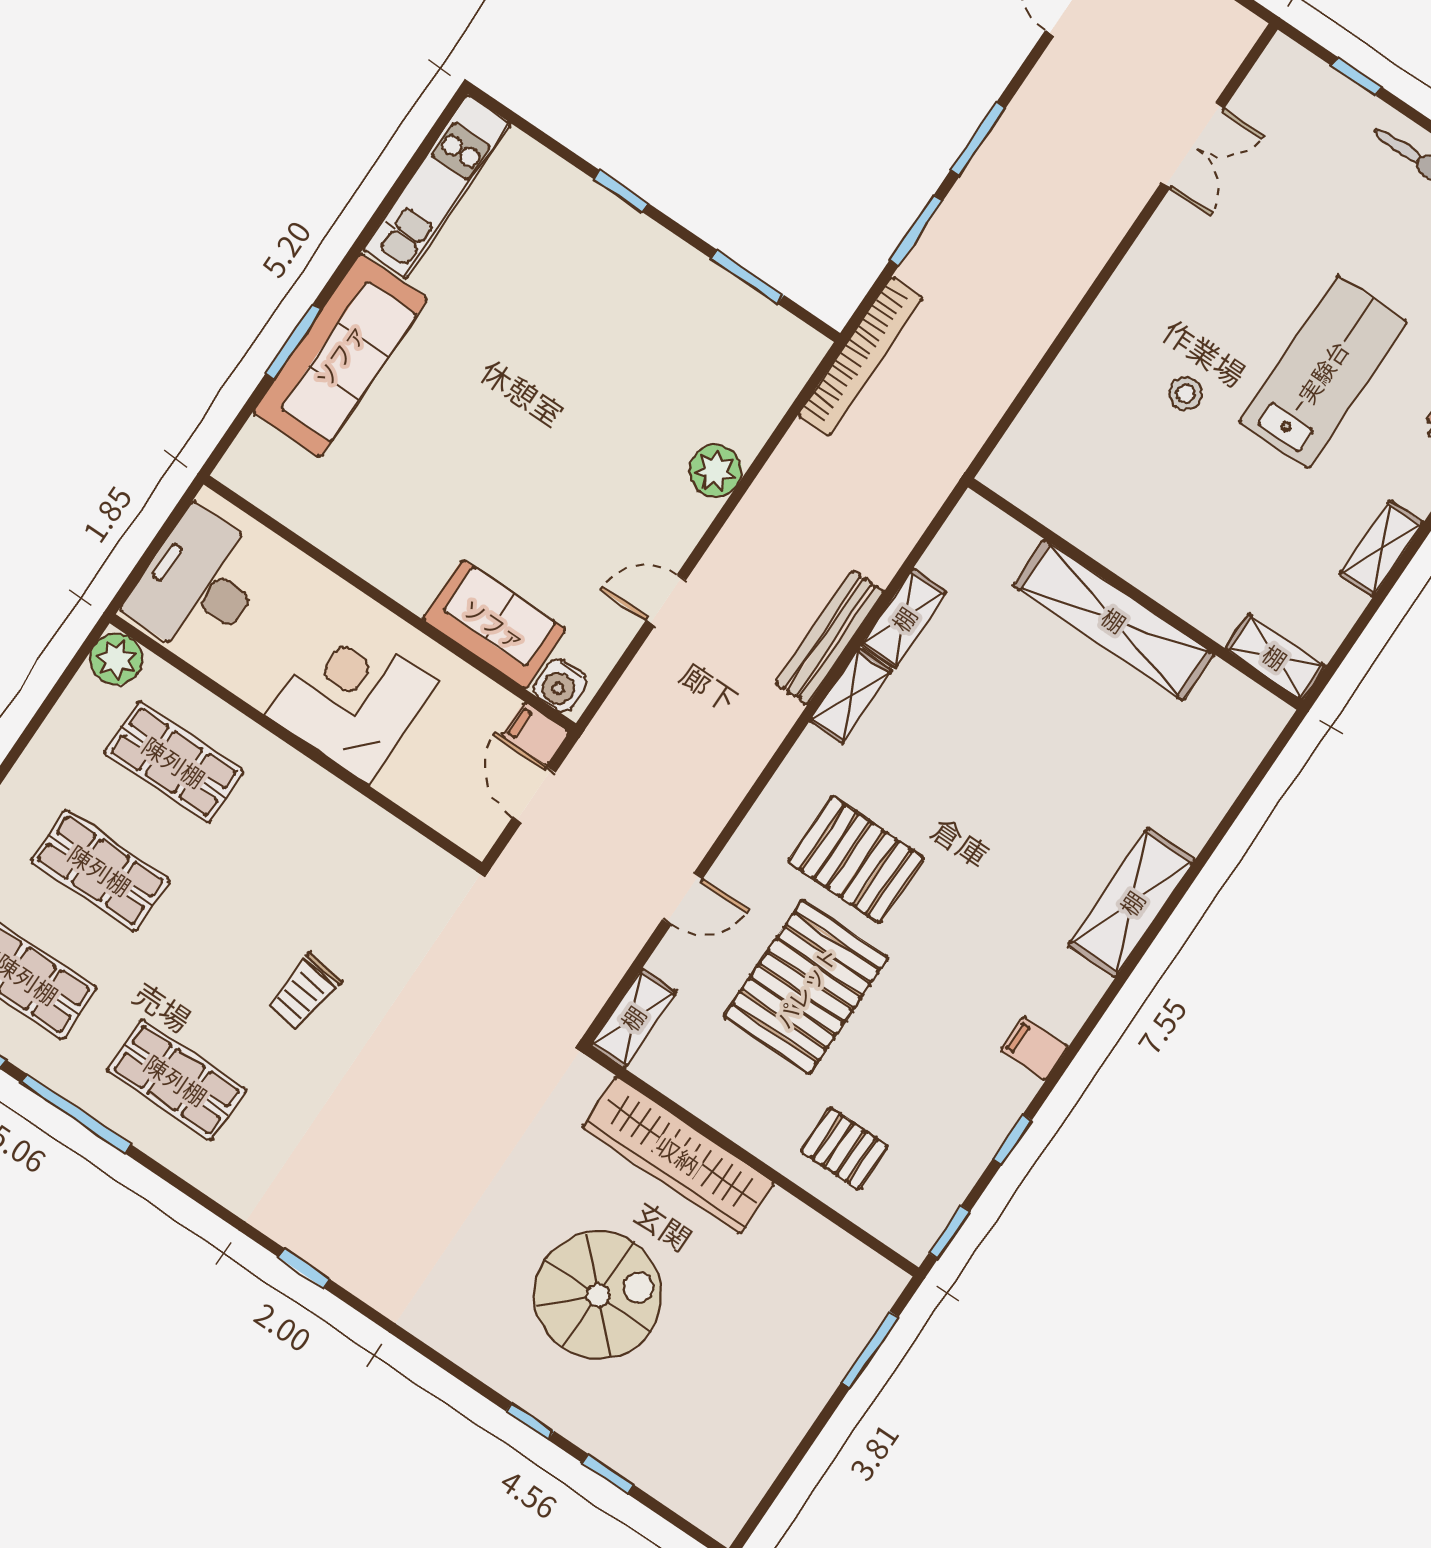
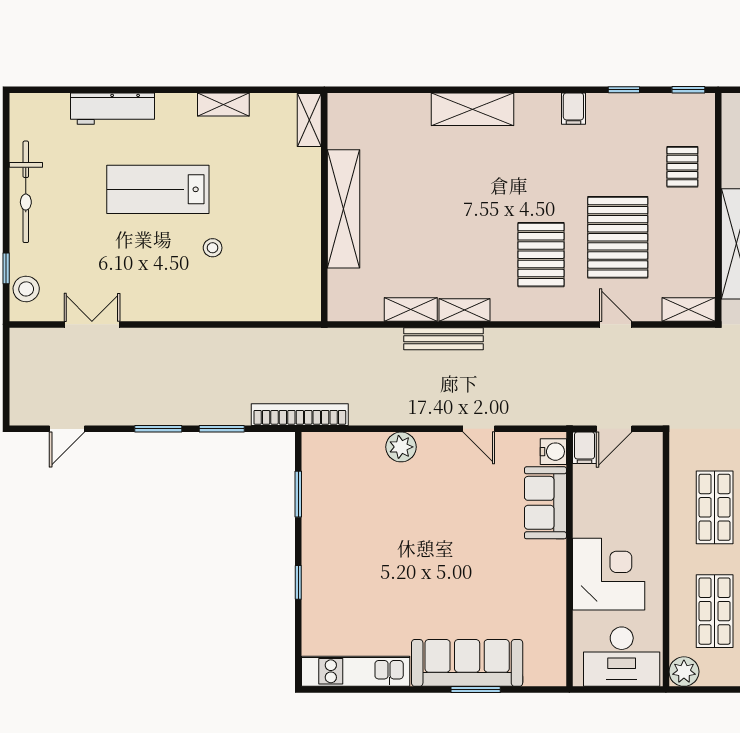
stool: (1308, 85) -> (26, 289), added
corner desk: (352, 699) -> (609, 574), moved, turned 180
shop shelf: (323, 863) -> (715, 507), added
pallet: (806, 987) -> (618, 237), turned 90

